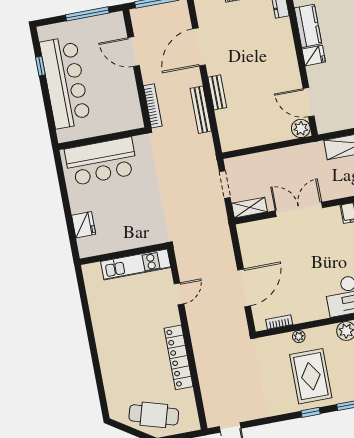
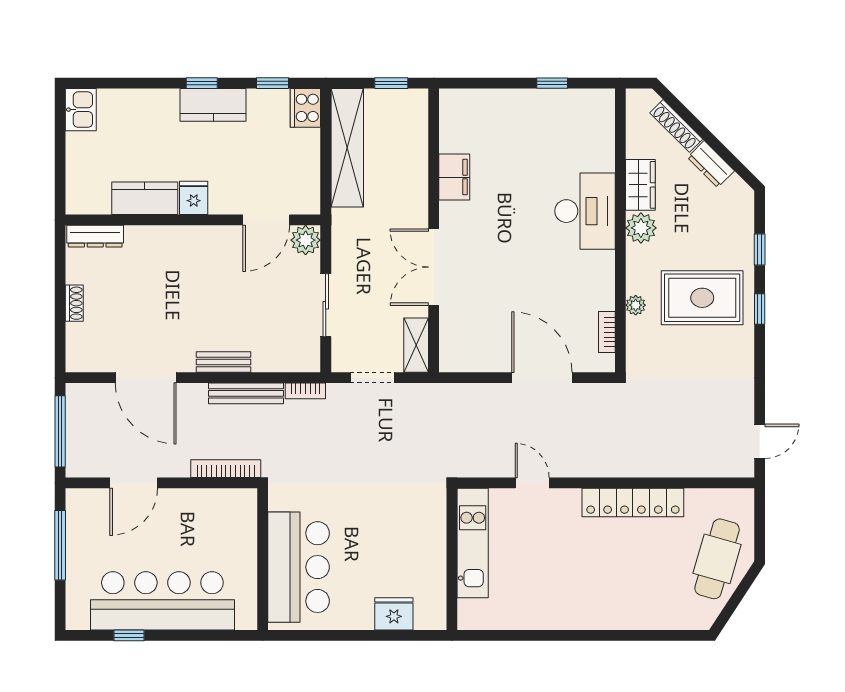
bookcase: (209, 146) -> (305, 391), added
sliding door: (263, 148) -> (326, 305), added

